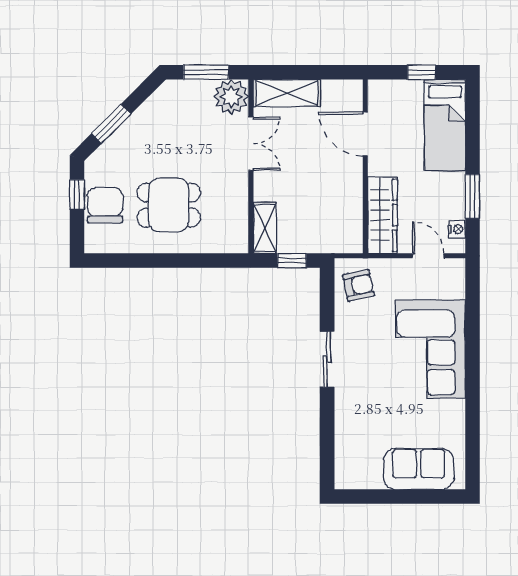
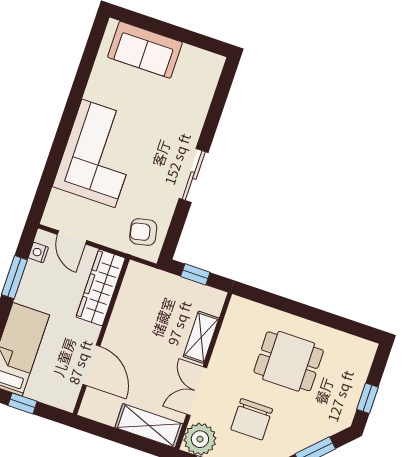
chair: (105, 205) -> (252, 419), moved
shelving: (265, 228) -> (201, 337), moved

